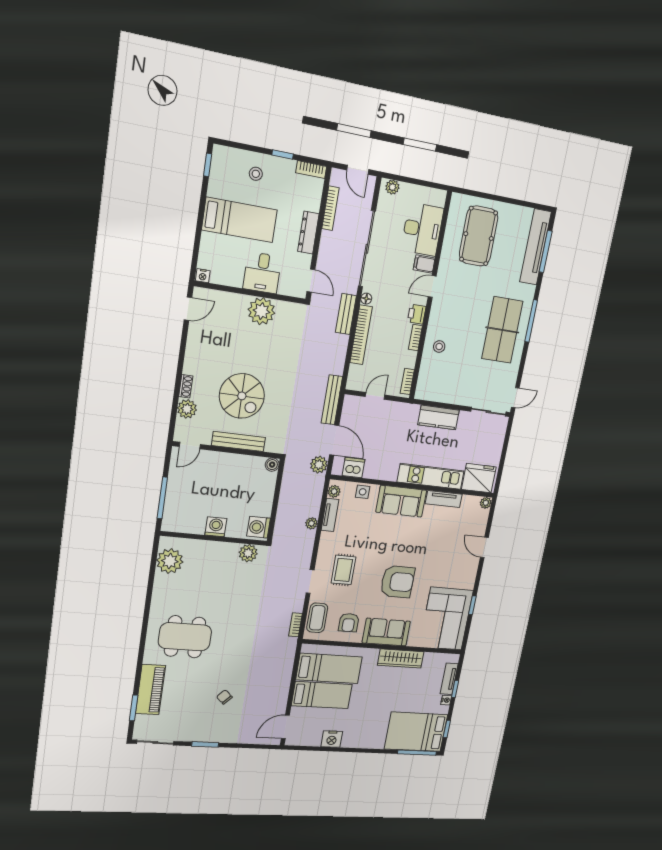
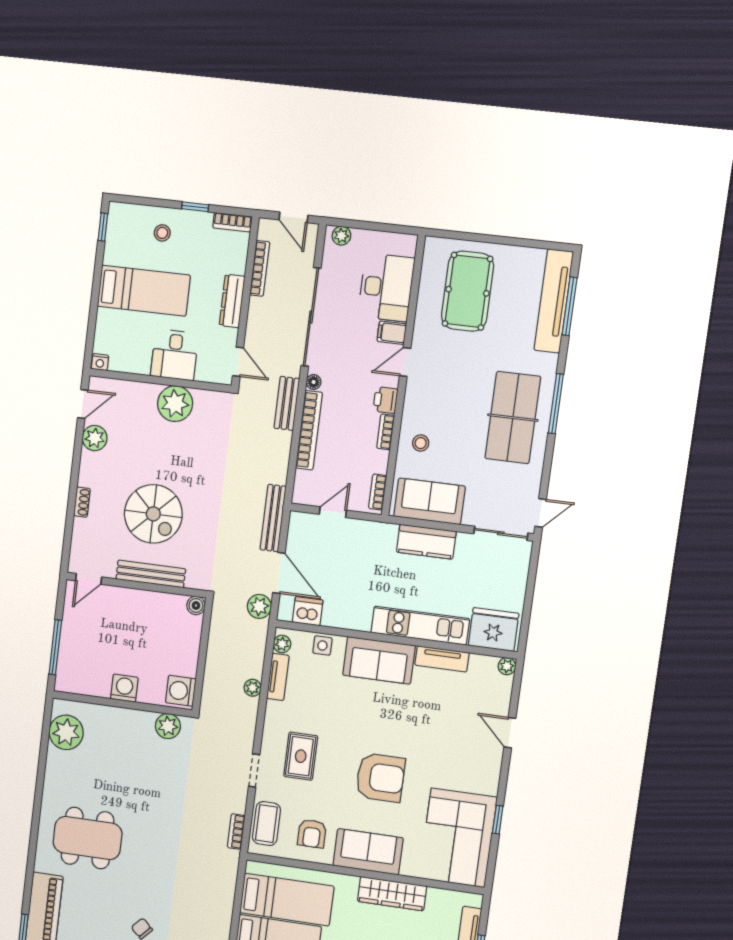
sofa: (442, 389) -> (429, 501), added
plant: (187, 409) -> (95, 438), moved

